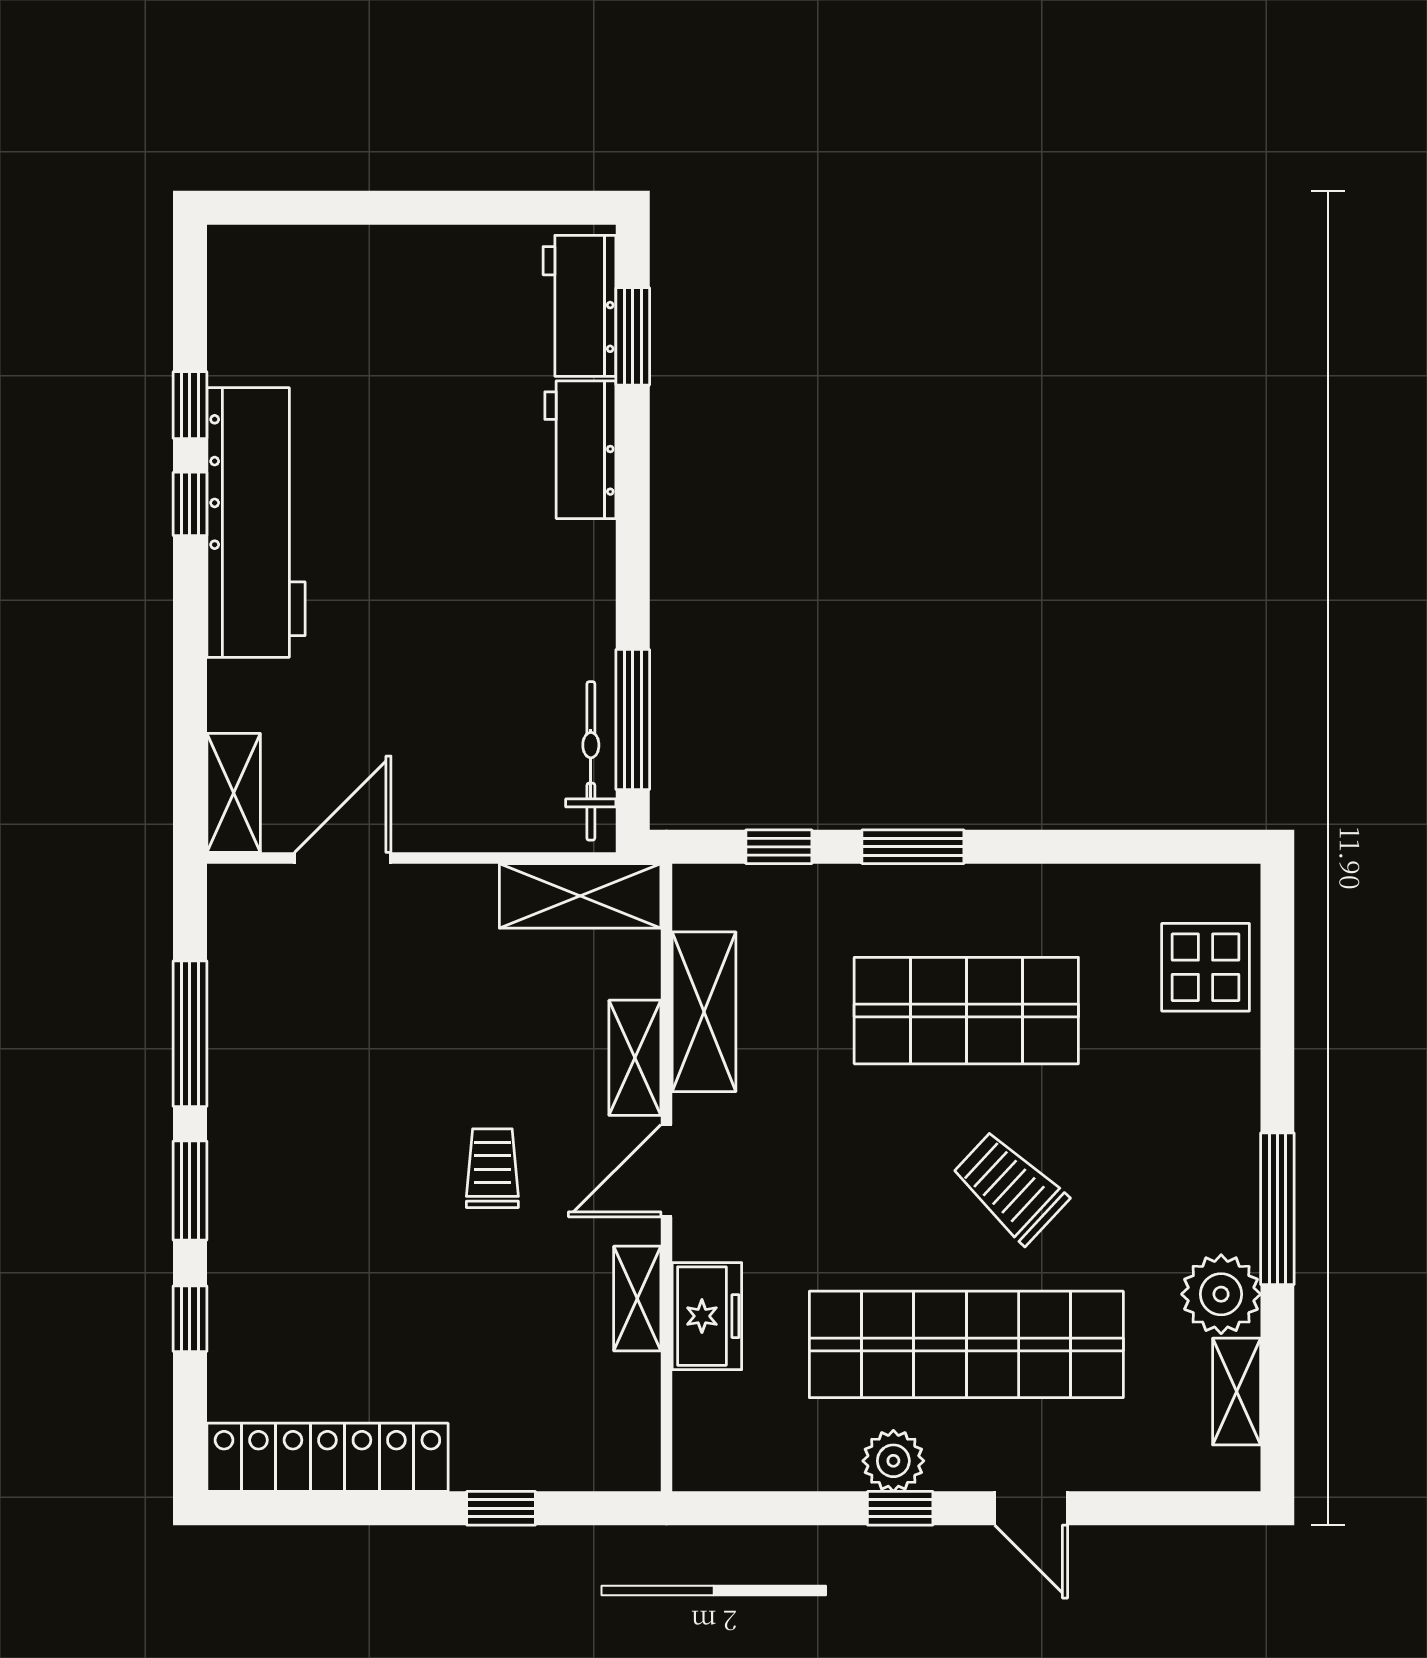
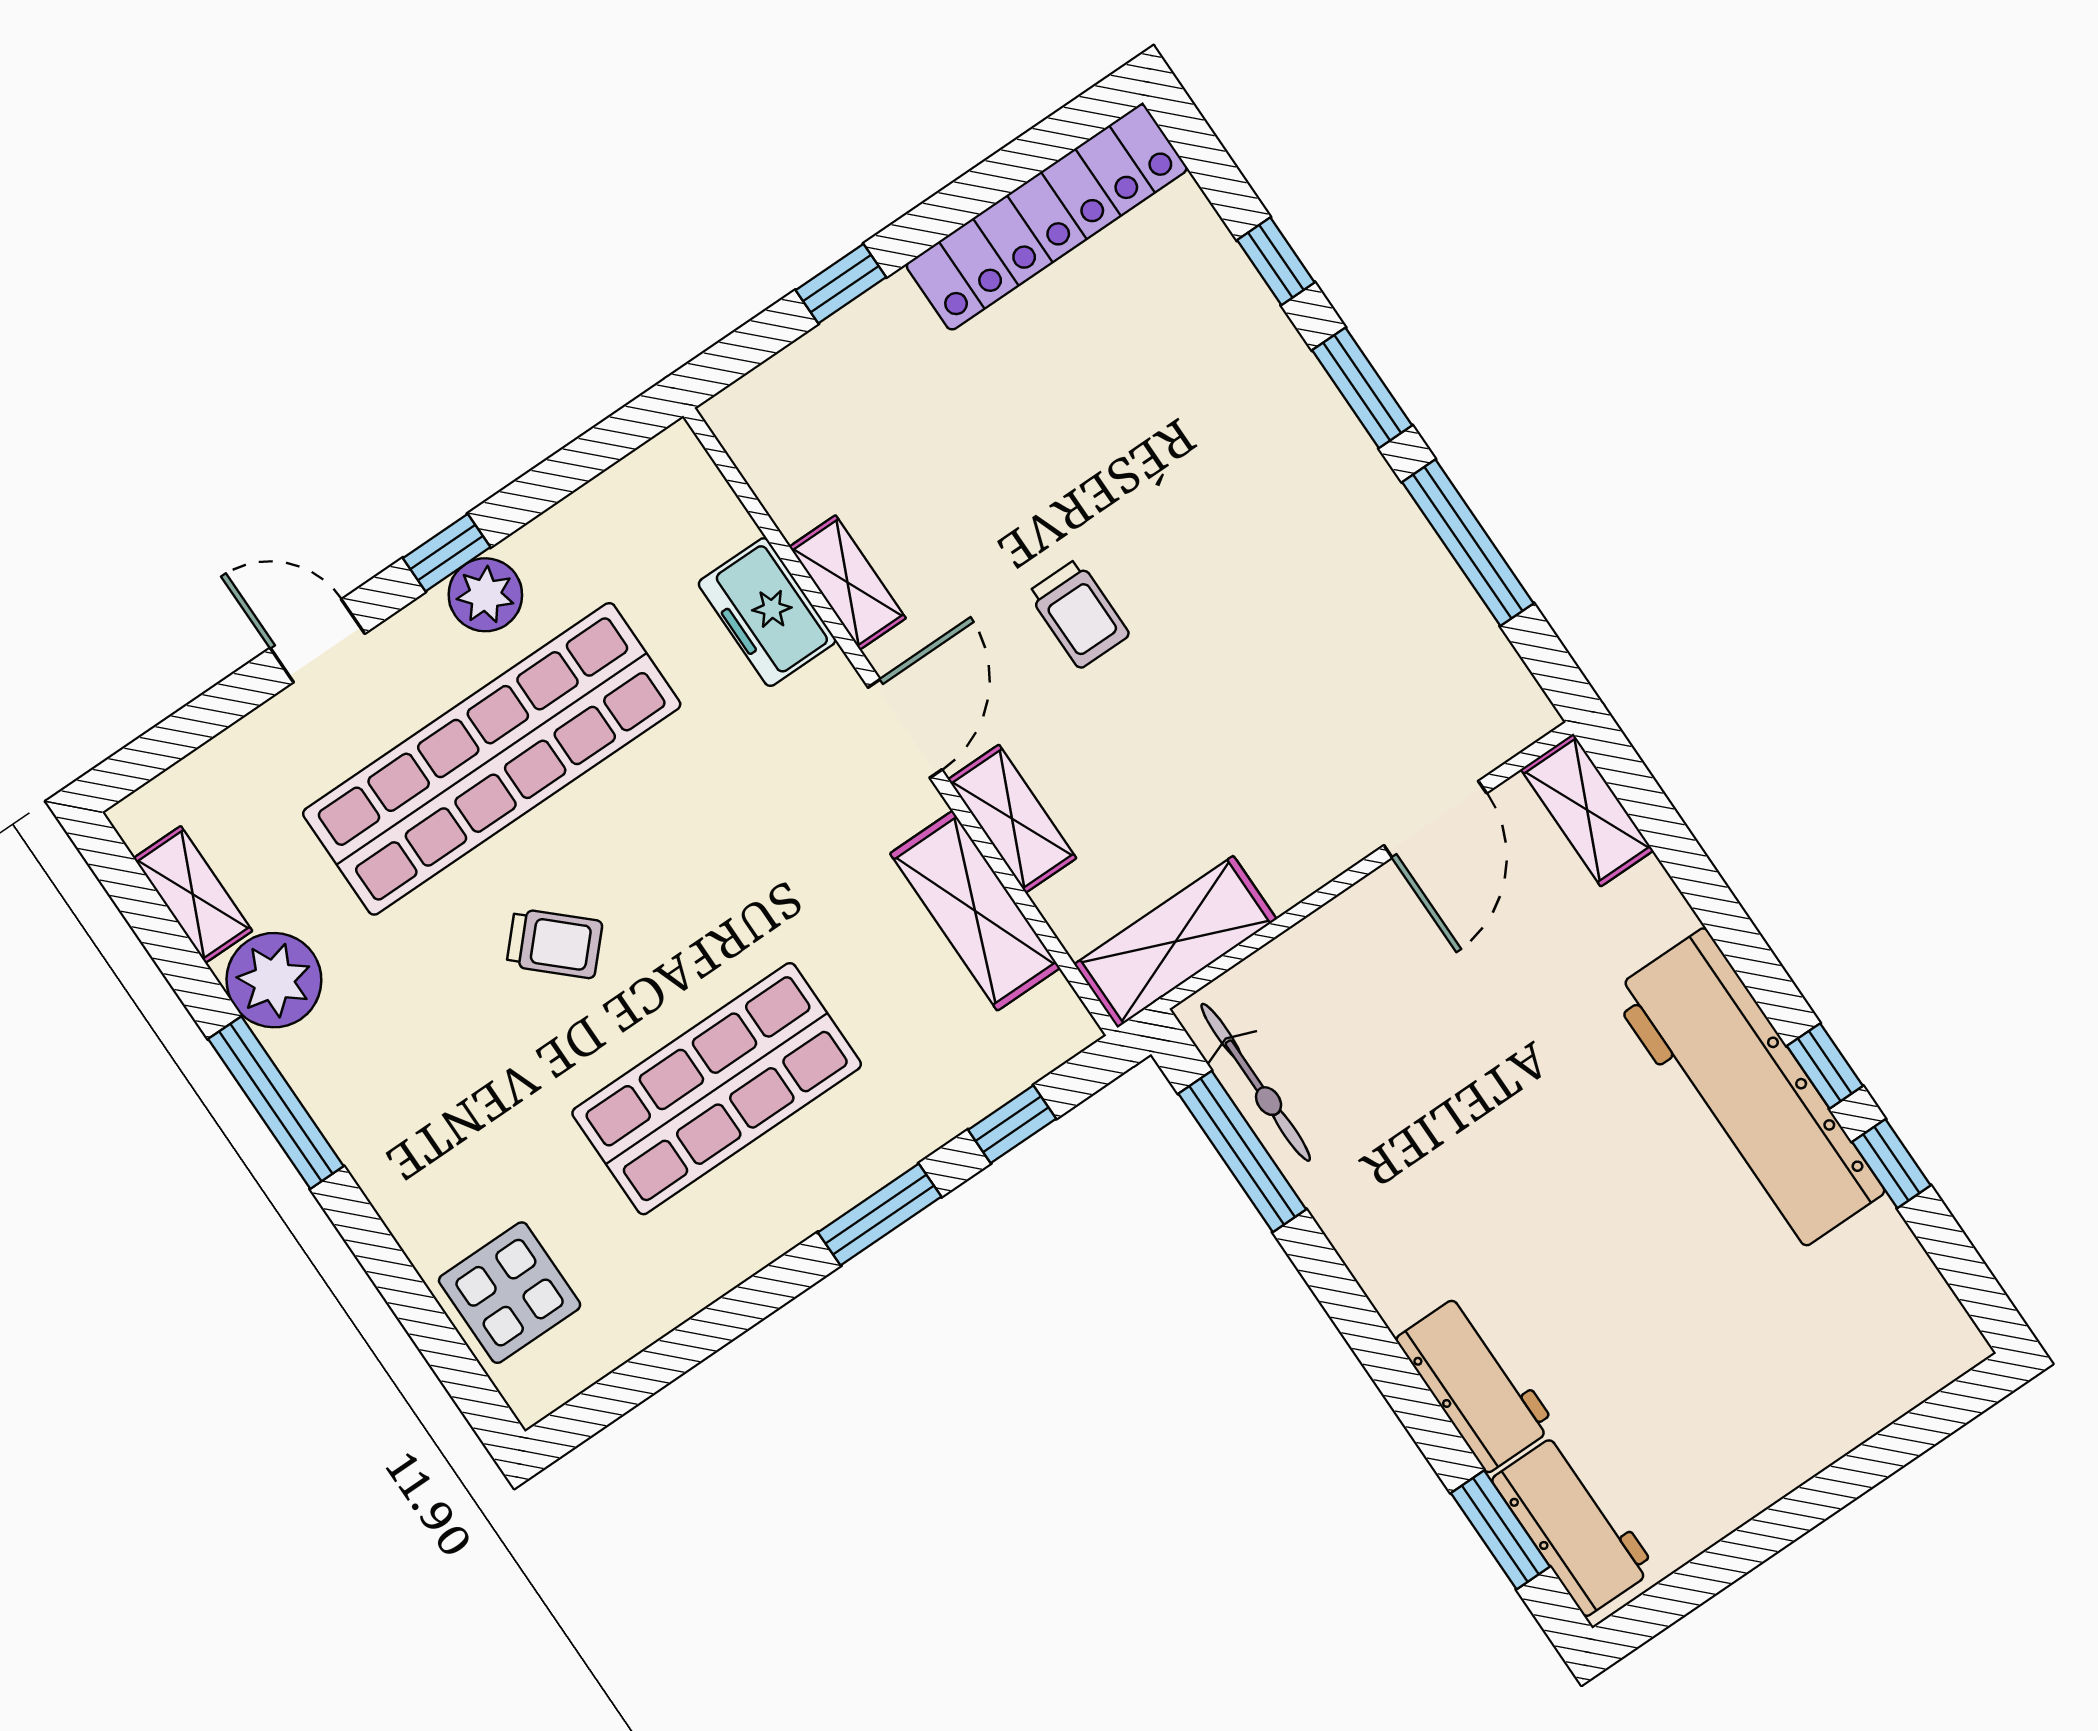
trolley: (1010, 1187) -> (555, 943), width x0.73, depth x0.72

